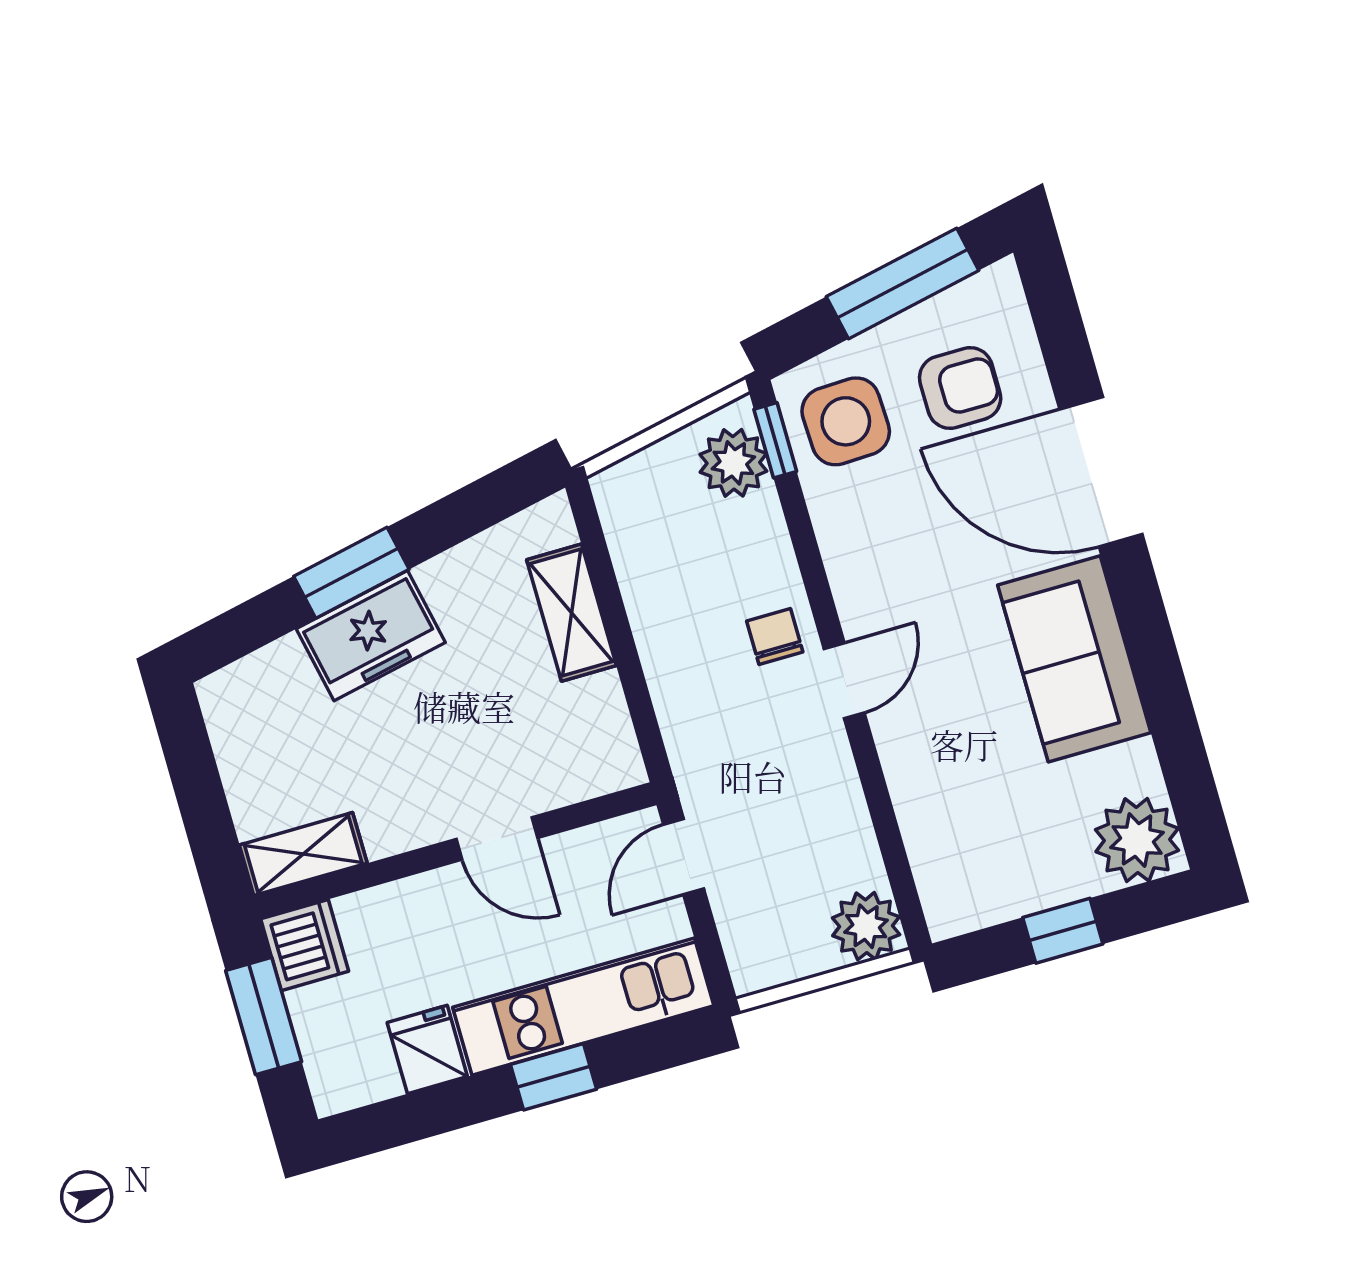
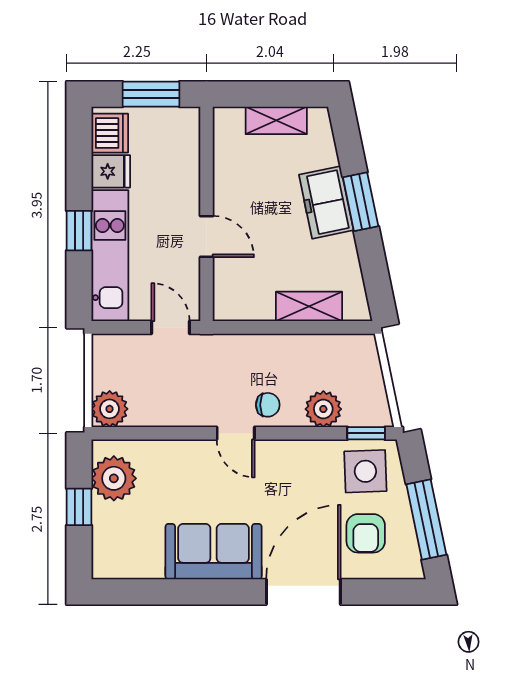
plant: (733, 463) -> (323, 409), moved
door: (497, 838) -> (207, 237), swing flipped
plant: (1137, 840) -> (114, 478), moved
shelving: (303, 854) -> (276, 120), moved, turned 90
dishwasher: (305, 945) -> (110, 133), moved, turned -90

